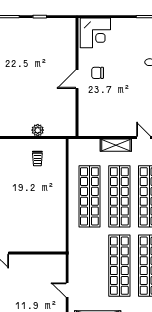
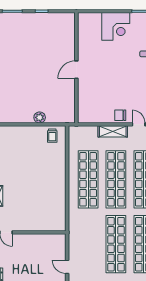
corner desk: (95, 33) -> (116, 26), moved
chair: (98, 73) -> (120, 115), moved
trolley: (37, 158) -> (52, 136), moved

